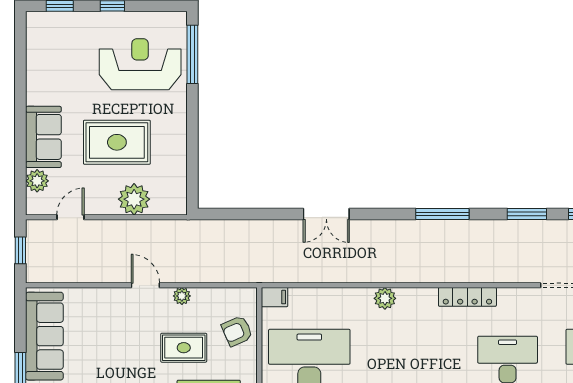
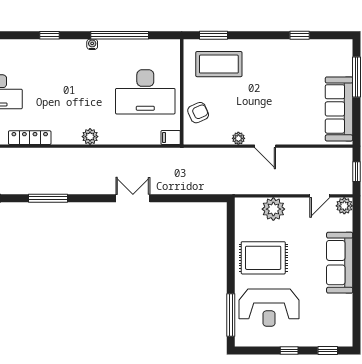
sofa: (43, 137) -> (340, 263), width x1.36
rug: (117, 142) -> (263, 258), moved
plant: (37, 181) -> (344, 206), moved
rug: (184, 348) -> (237, 100), removed

